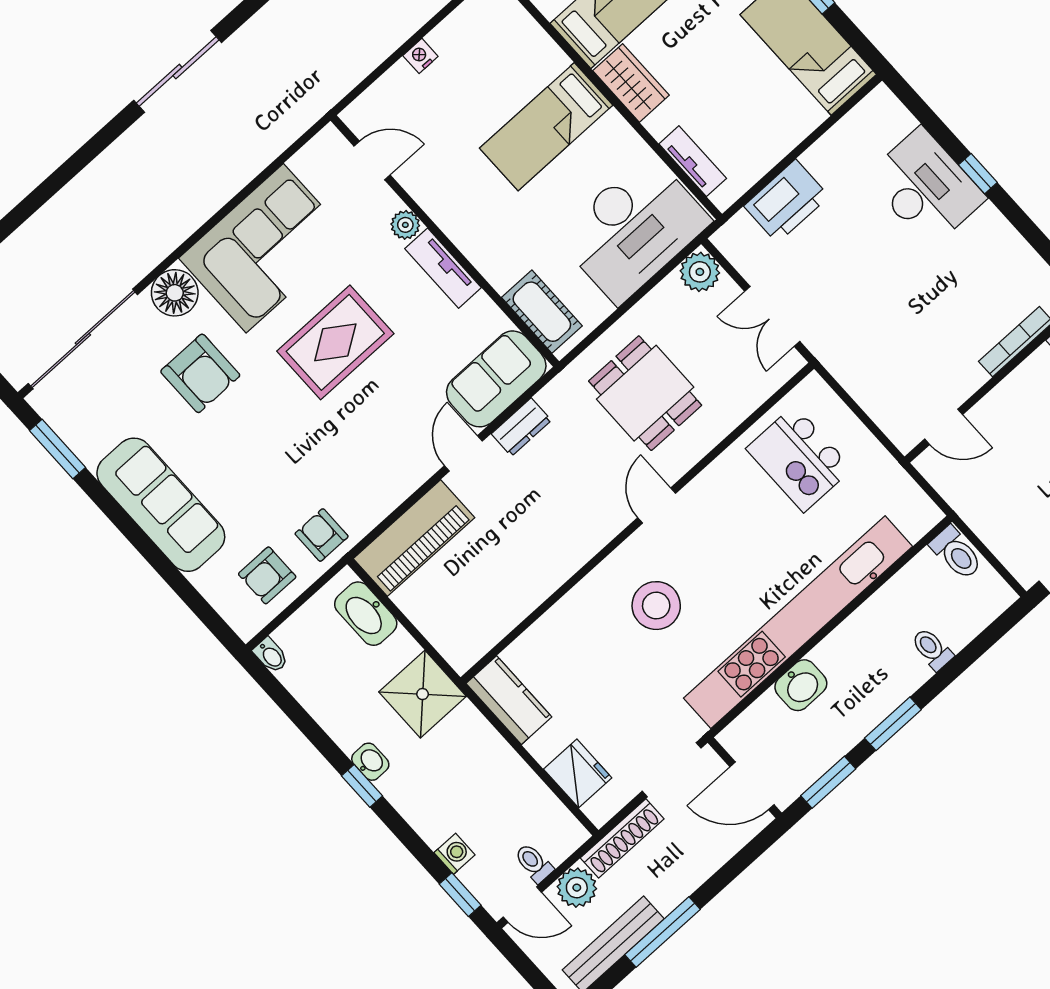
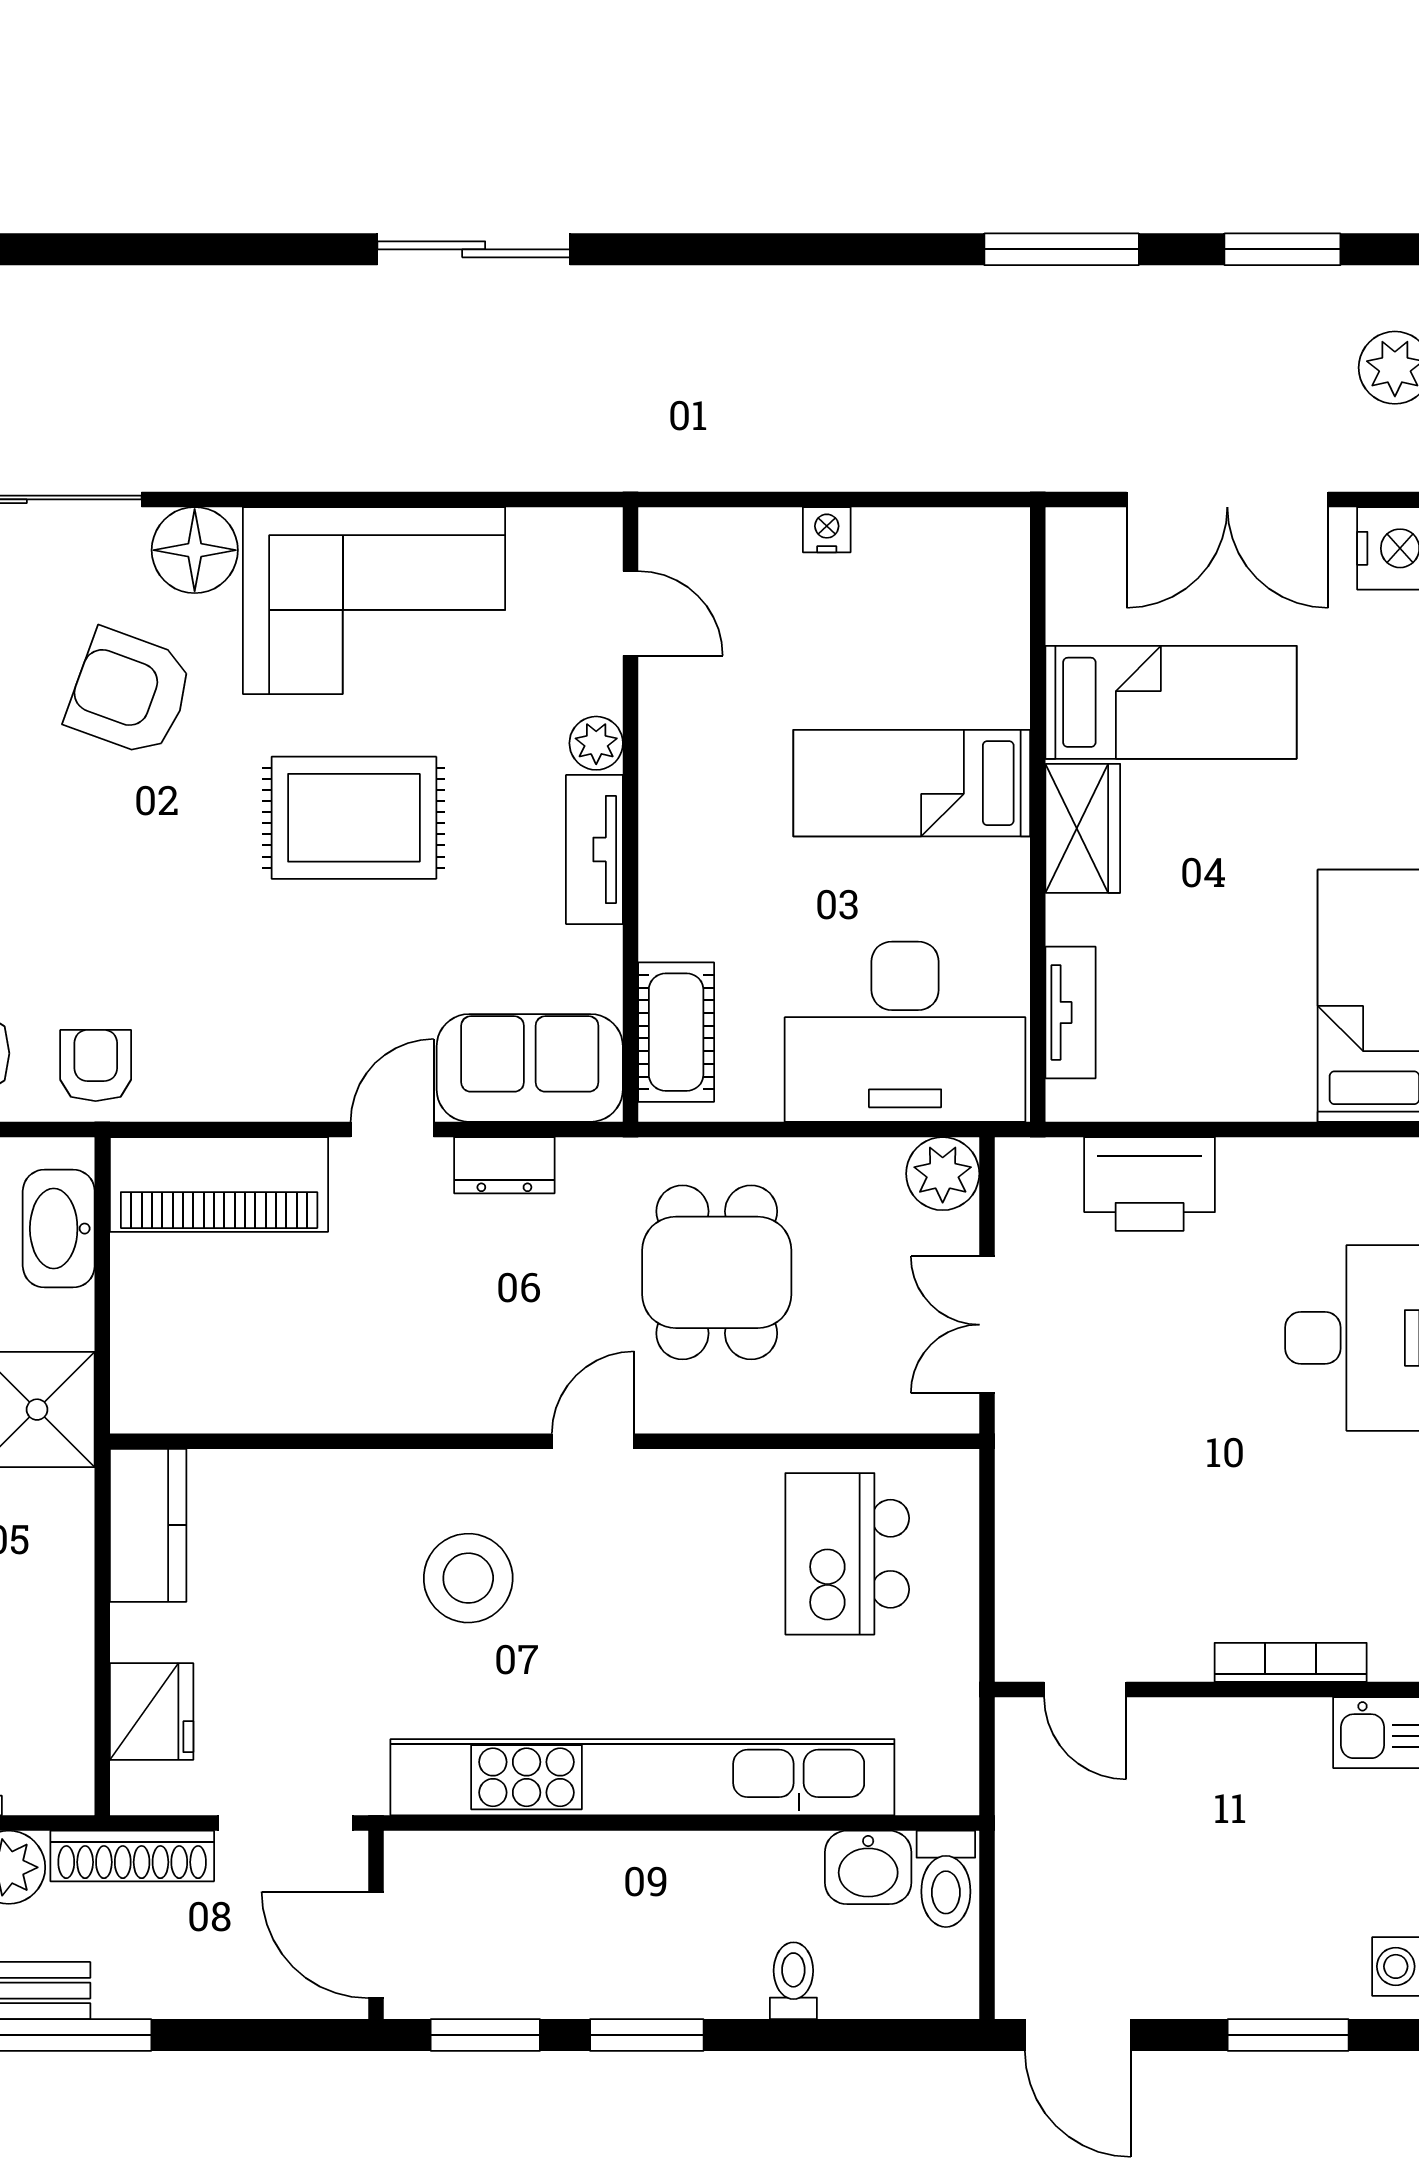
armchair: (200, 373) -> (130, 693), turned 110
washbasin: (801, 685) -> (868, 1867), moved

